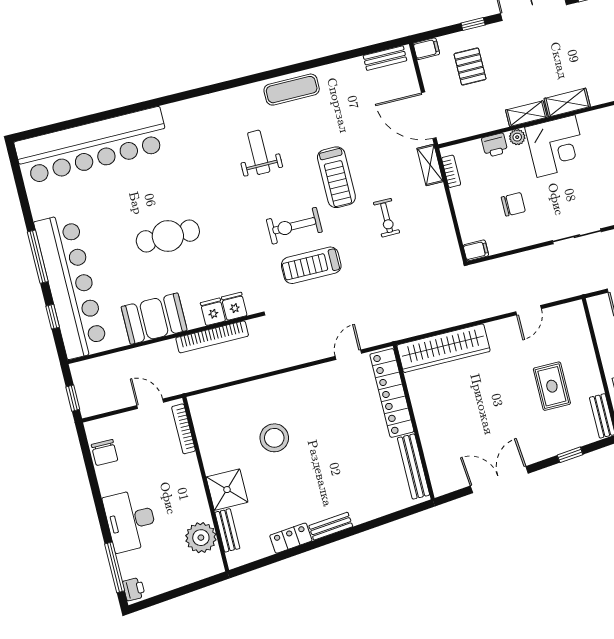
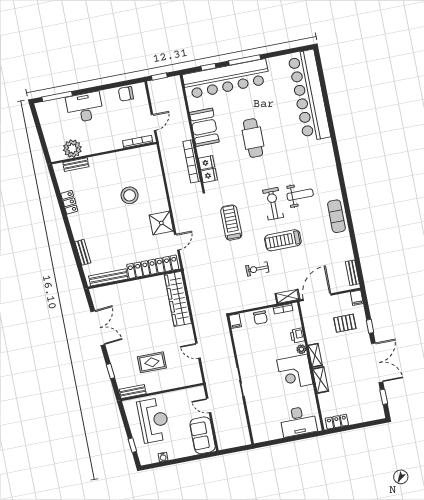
chair: (513, 204) -> (260, 318), moved
exercise bike: (294, 226) -> (273, 204), moved
door: (348, 355) -> (177, 242), hinge flipped
shower: (227, 490) -> (161, 223), moved
bench: (331, 526) -> (83, 252), moved
printer: (134, 589) -> (44, 107), removed

